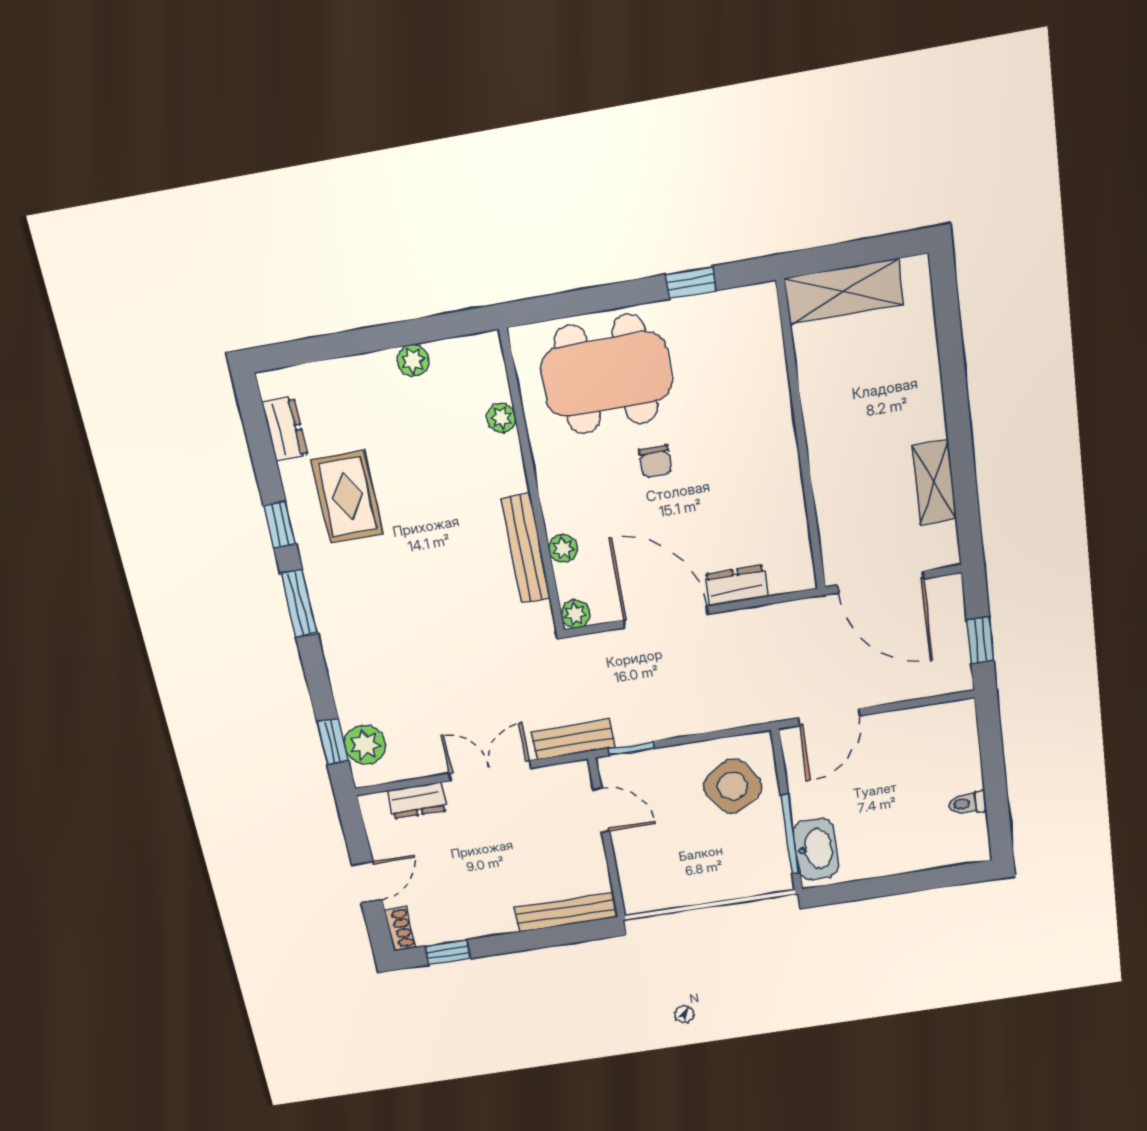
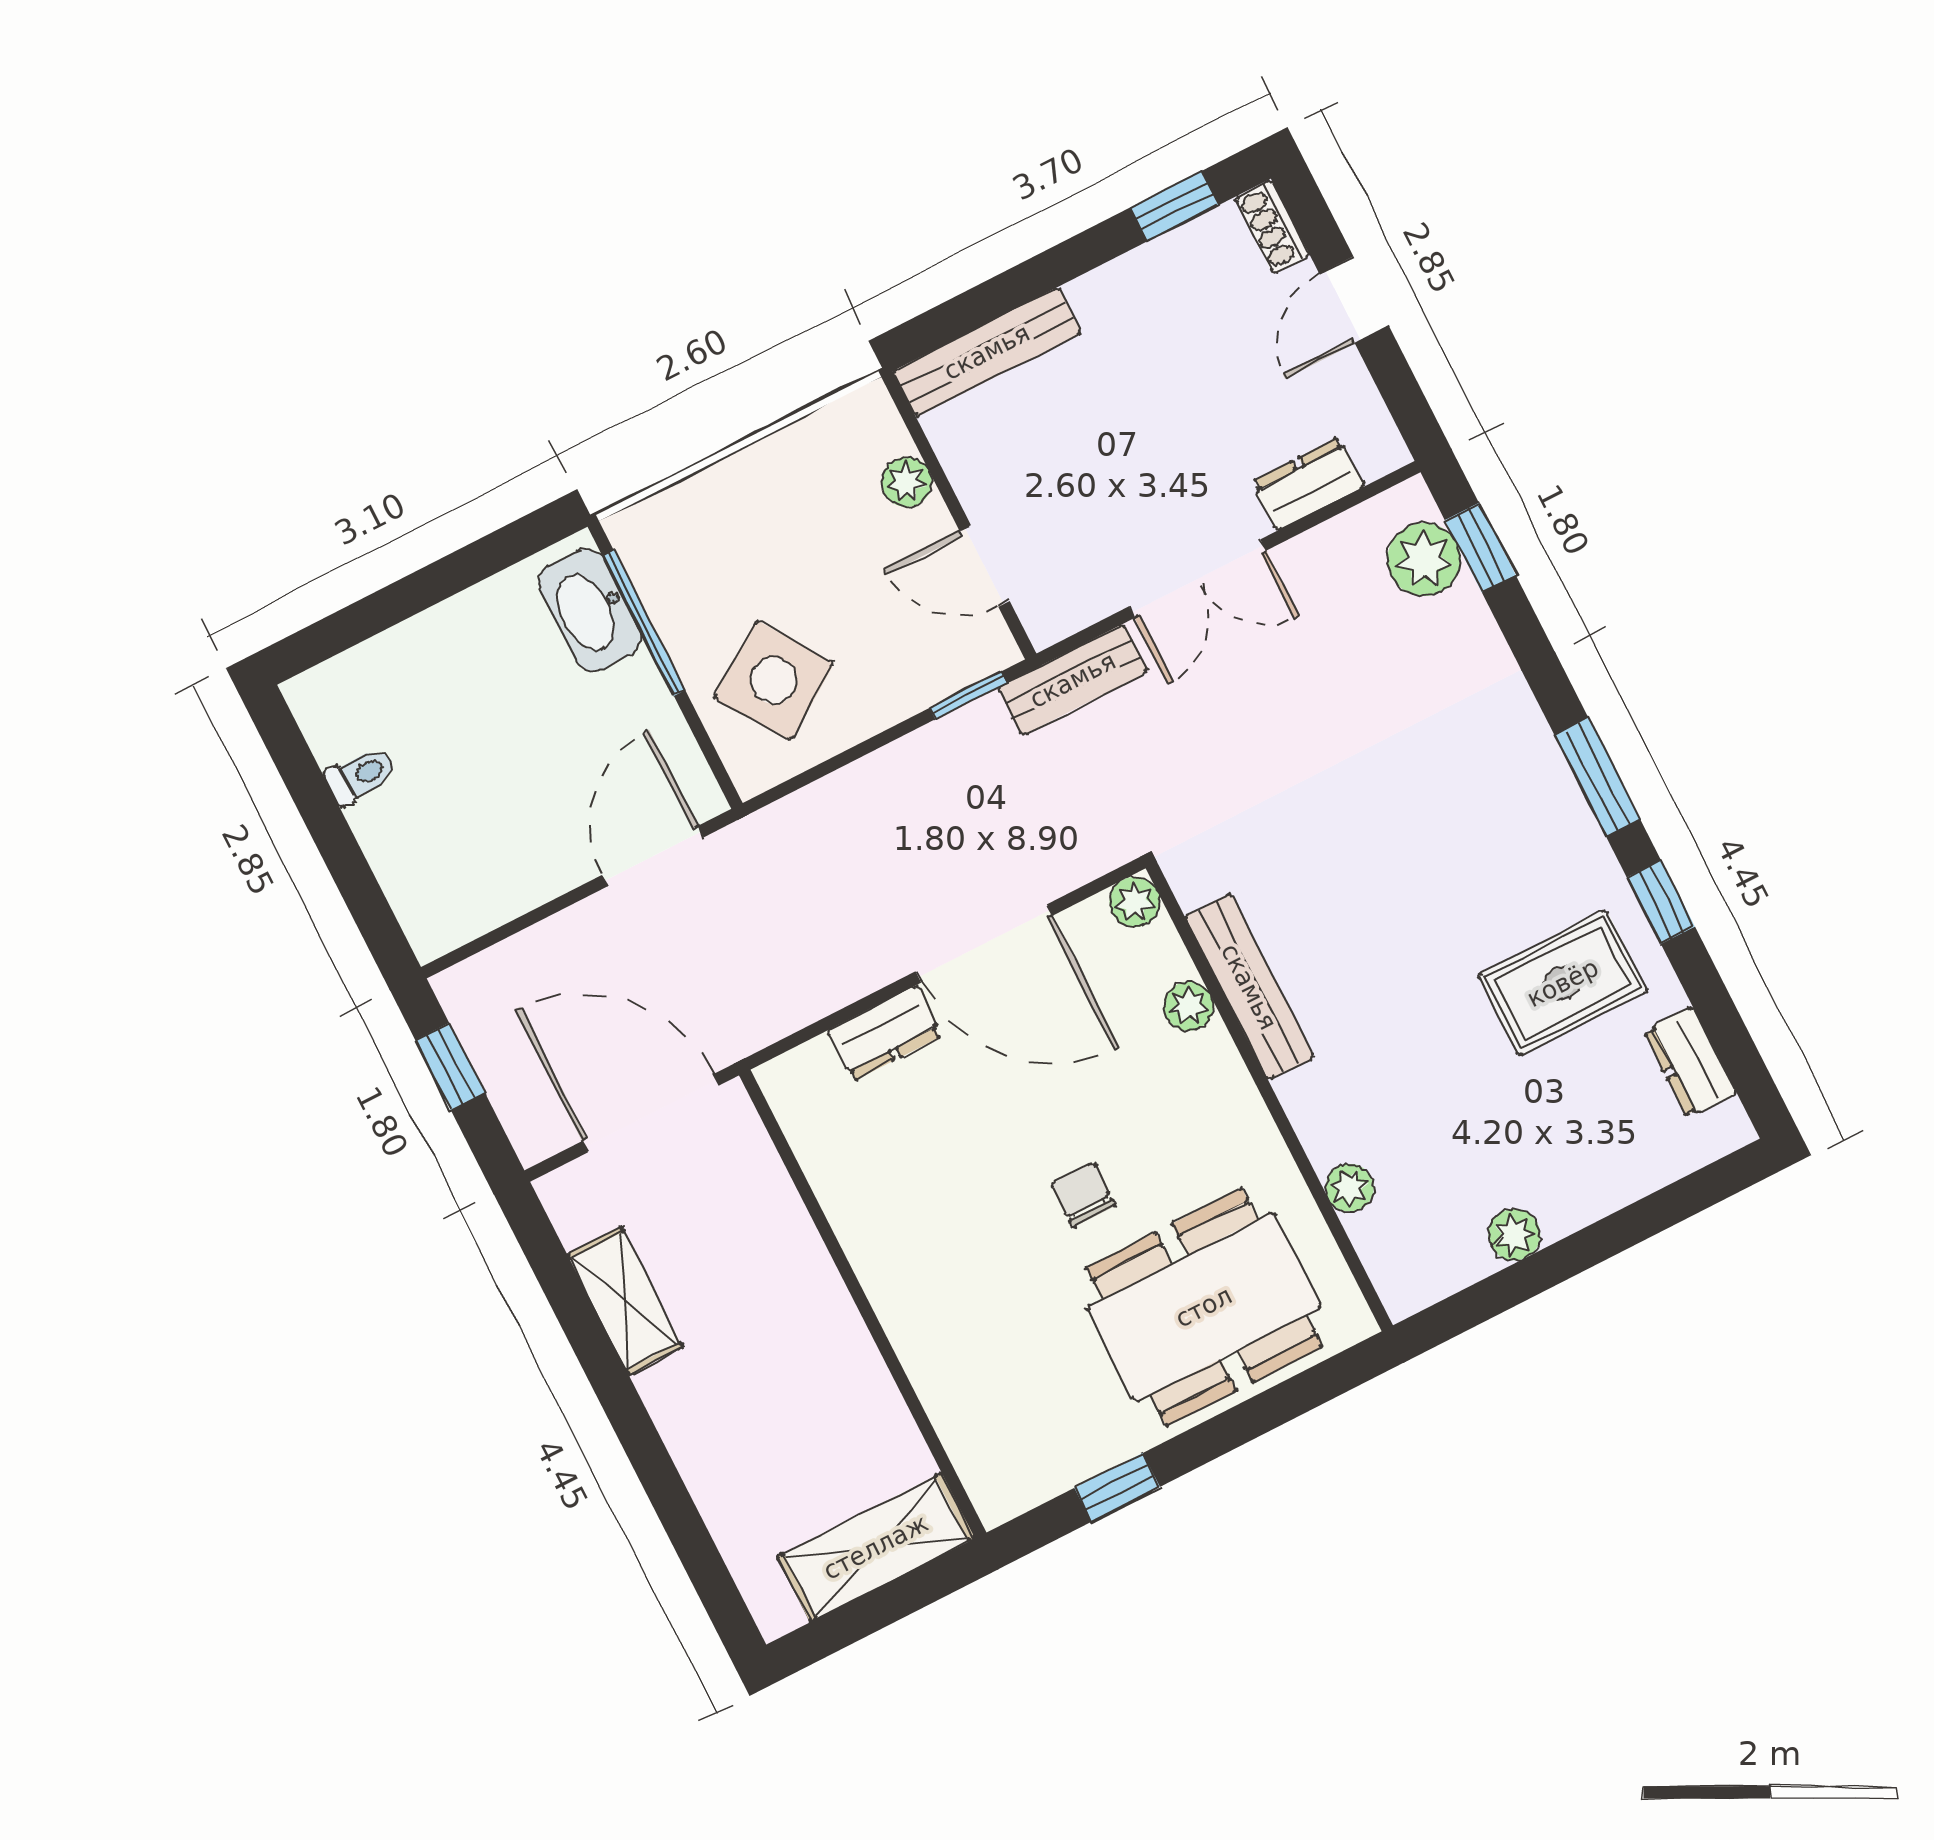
rug: (347, 497) -> (1563, 983), turned 90
plant: (629, 863) -> (907, 482), added

